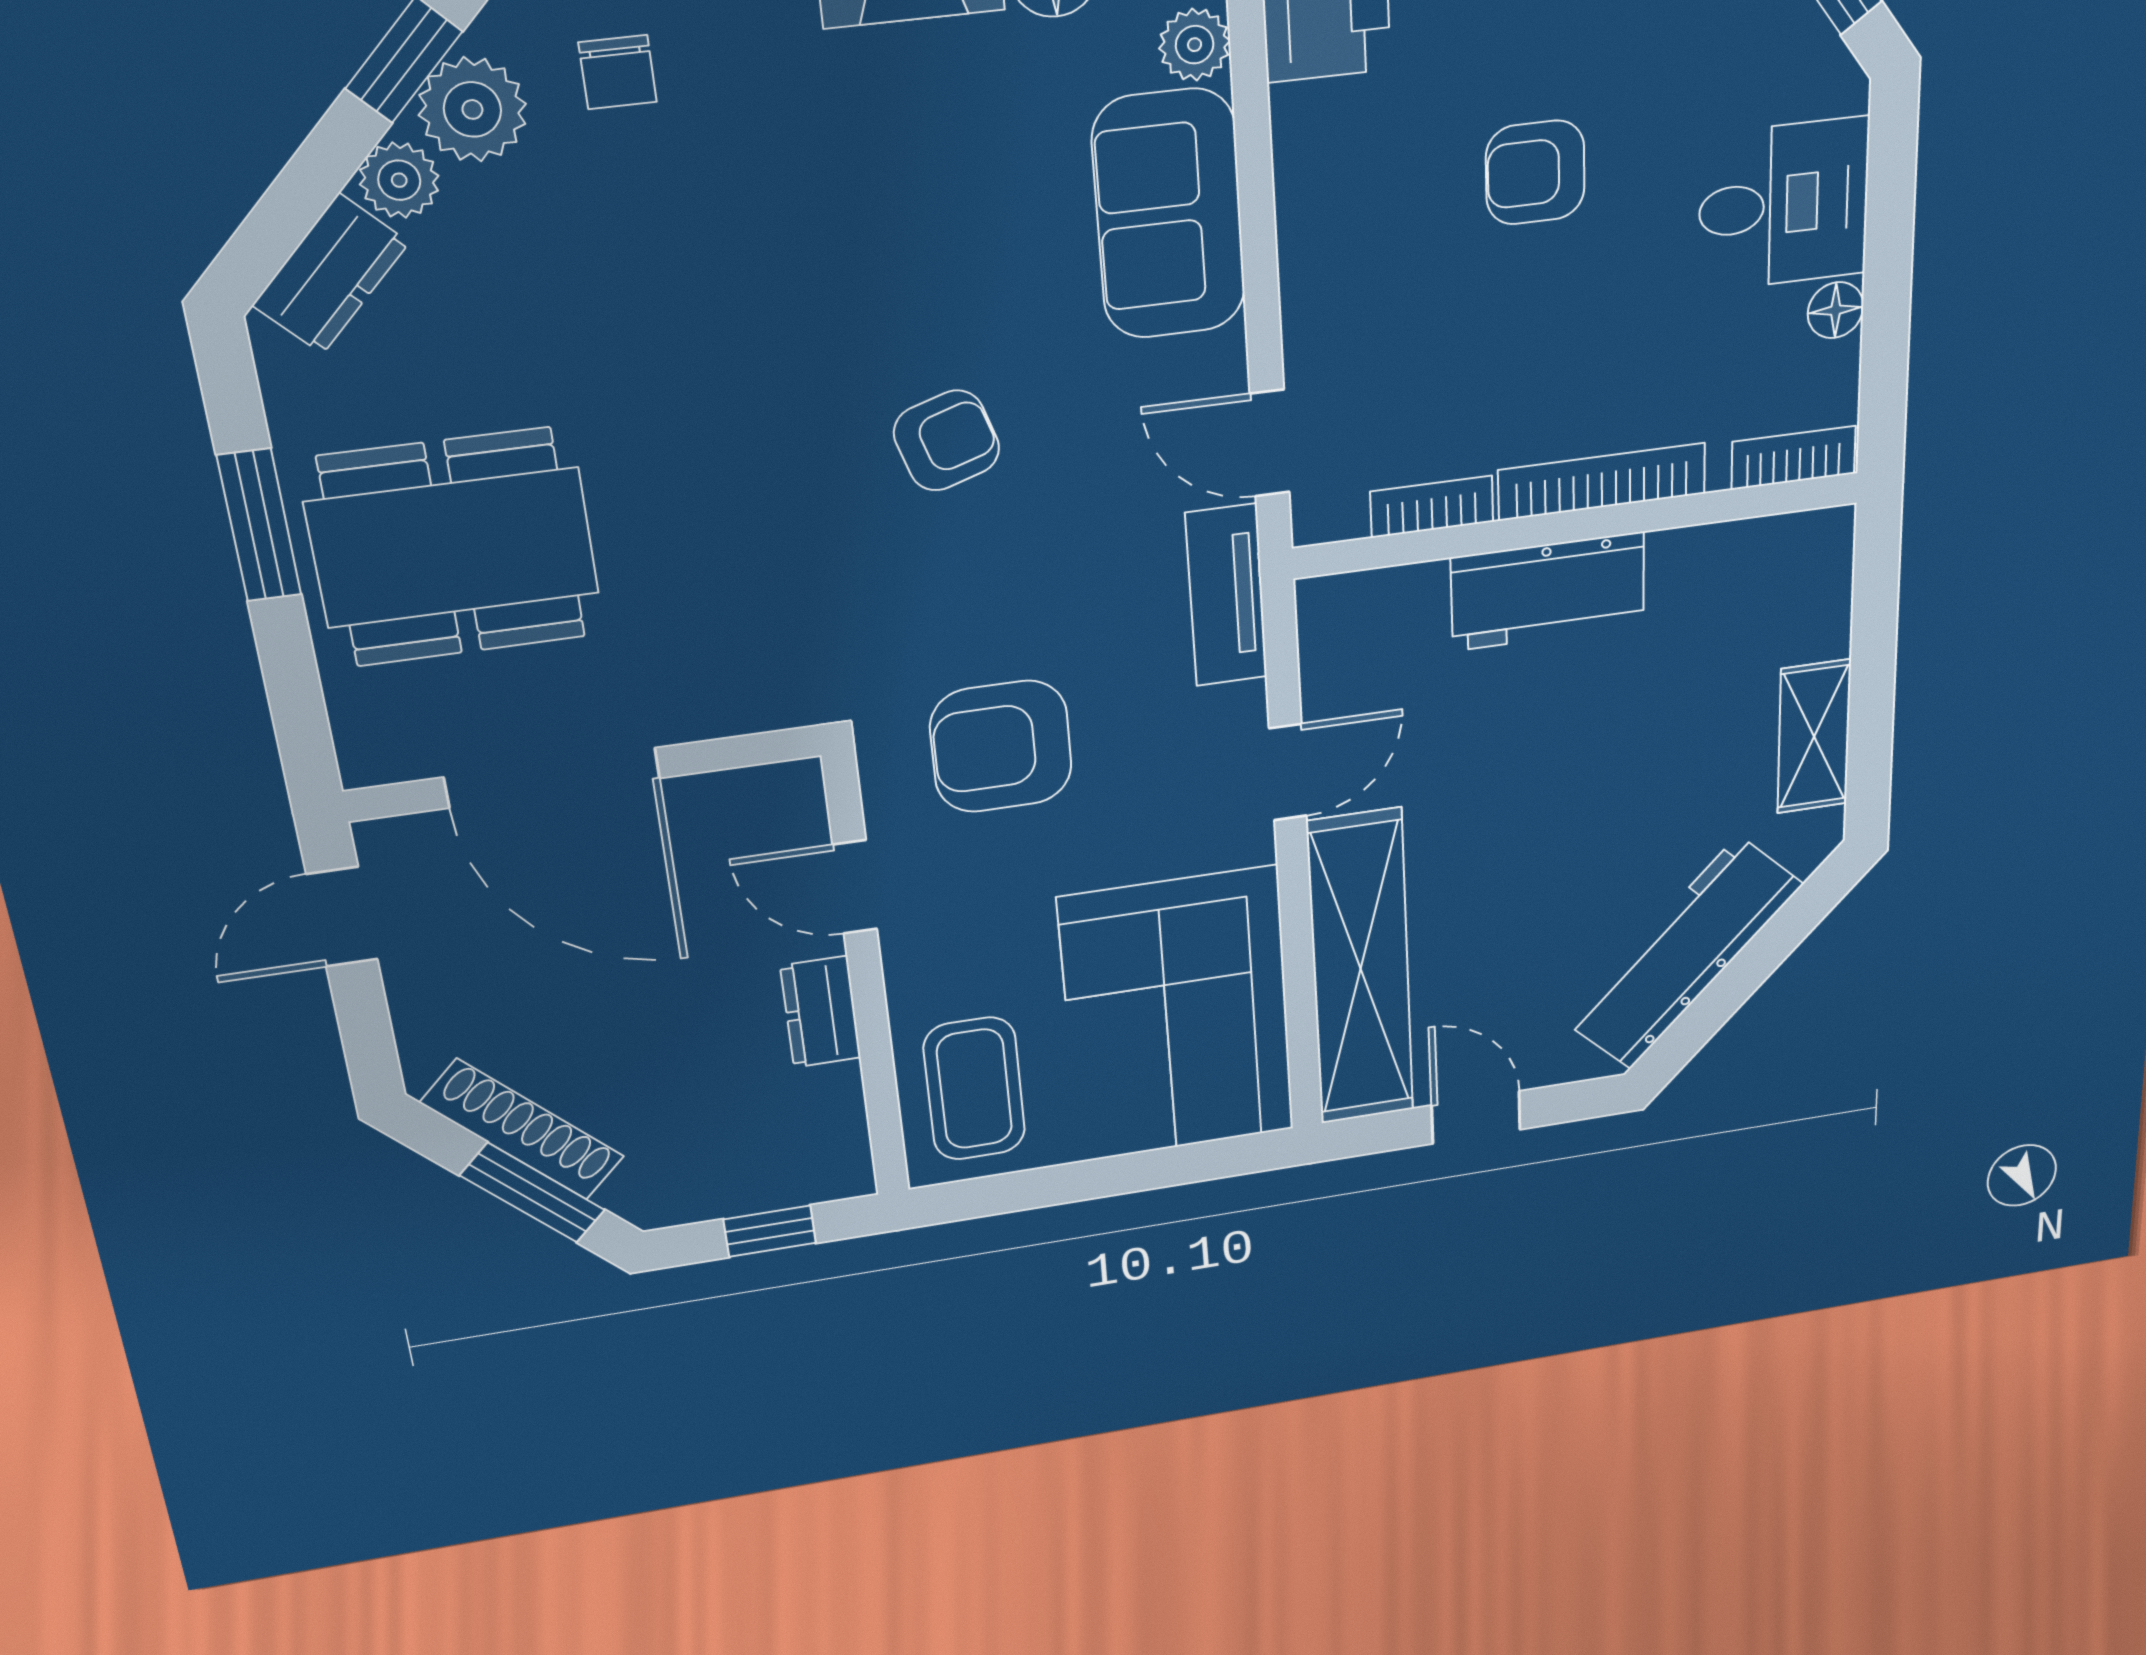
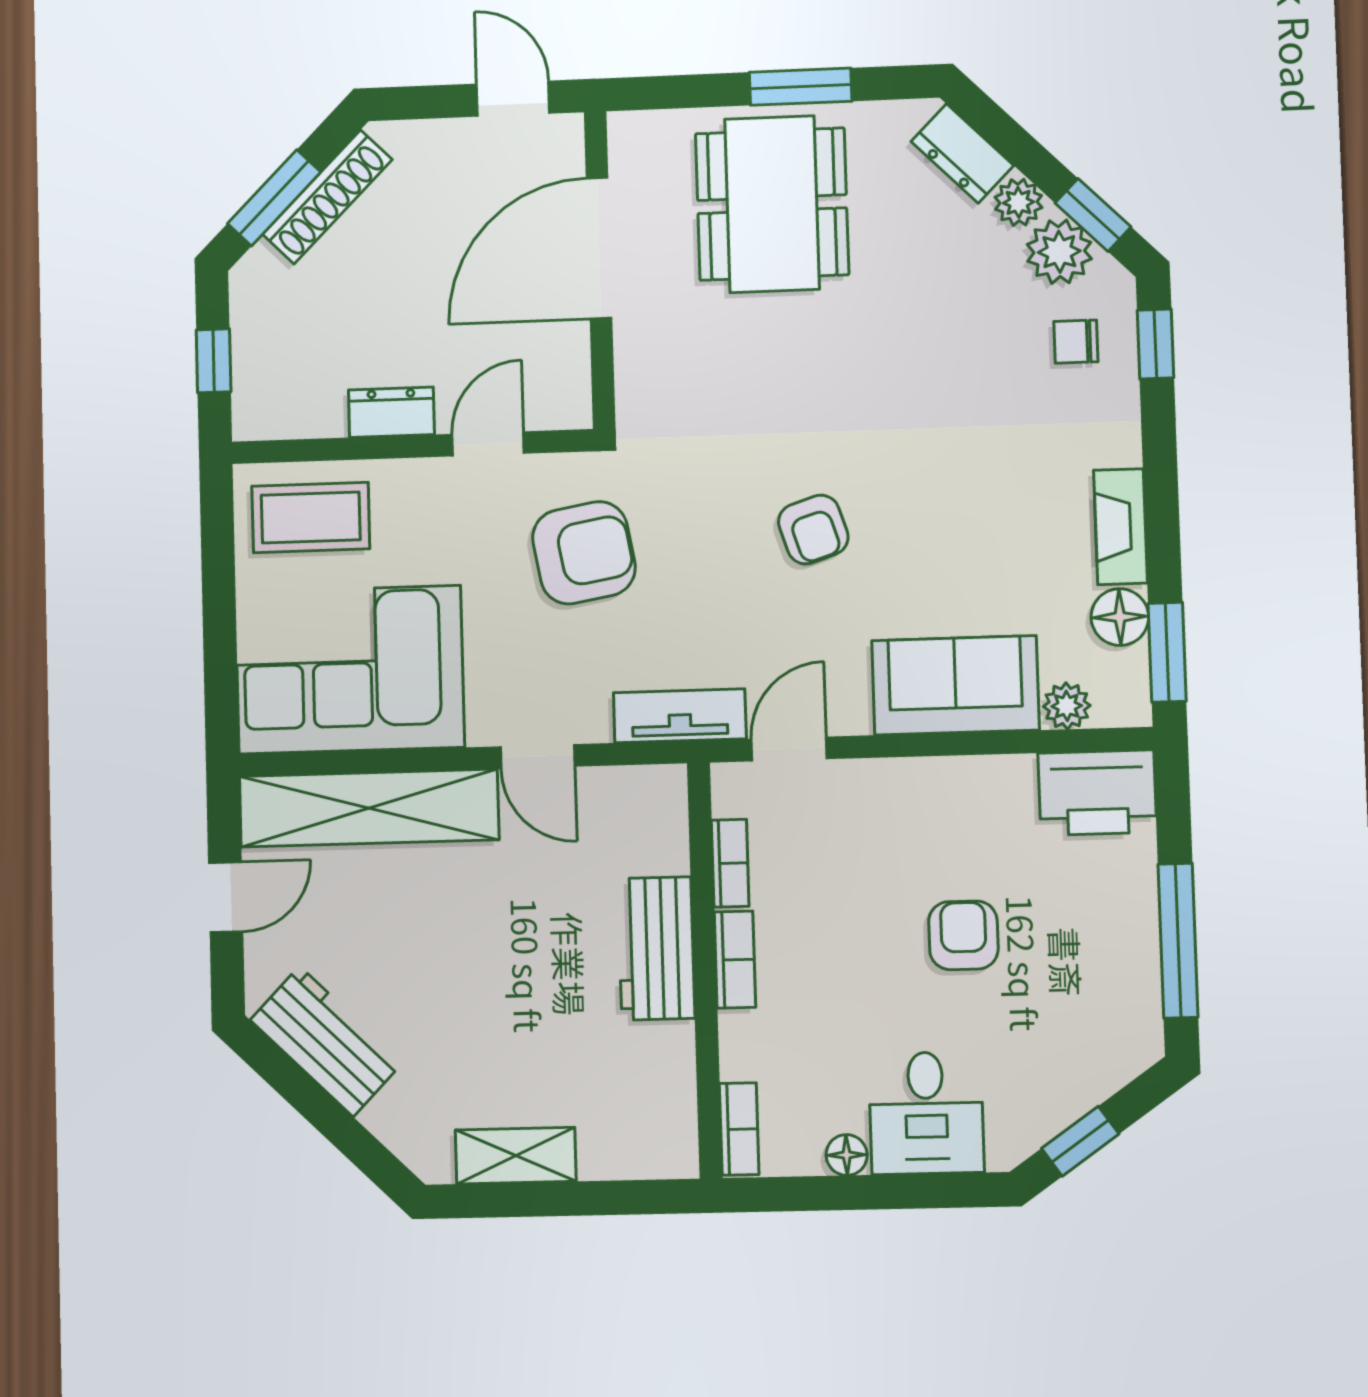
bookcase: (1602, 482) -> (735, 960), width x0.64
armchair: (1001, 747) -> (584, 553), turned 80
workbench: (1684, 953) -> (326, 1041), width x0.73

